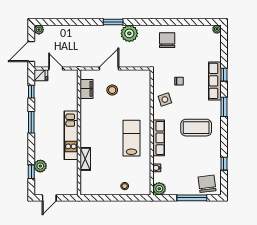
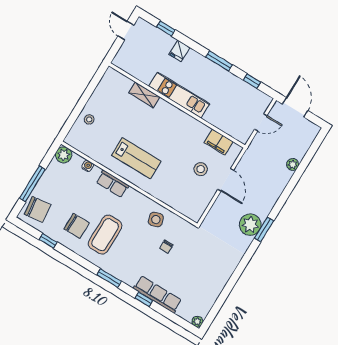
window: (113, 22) -> (264, 229), moved
plant: (39, 30) -> (293, 164), moved
chair: (167, 40) -> (77, 226), moved
fridge: (41, 75) -> (179, 51), moved
row of seats: (215, 81) -> (157, 294), moved
row of seats: (159, 138) -> (112, 184), width x0.68
plant: (40, 166) -> (166, 42), removed

